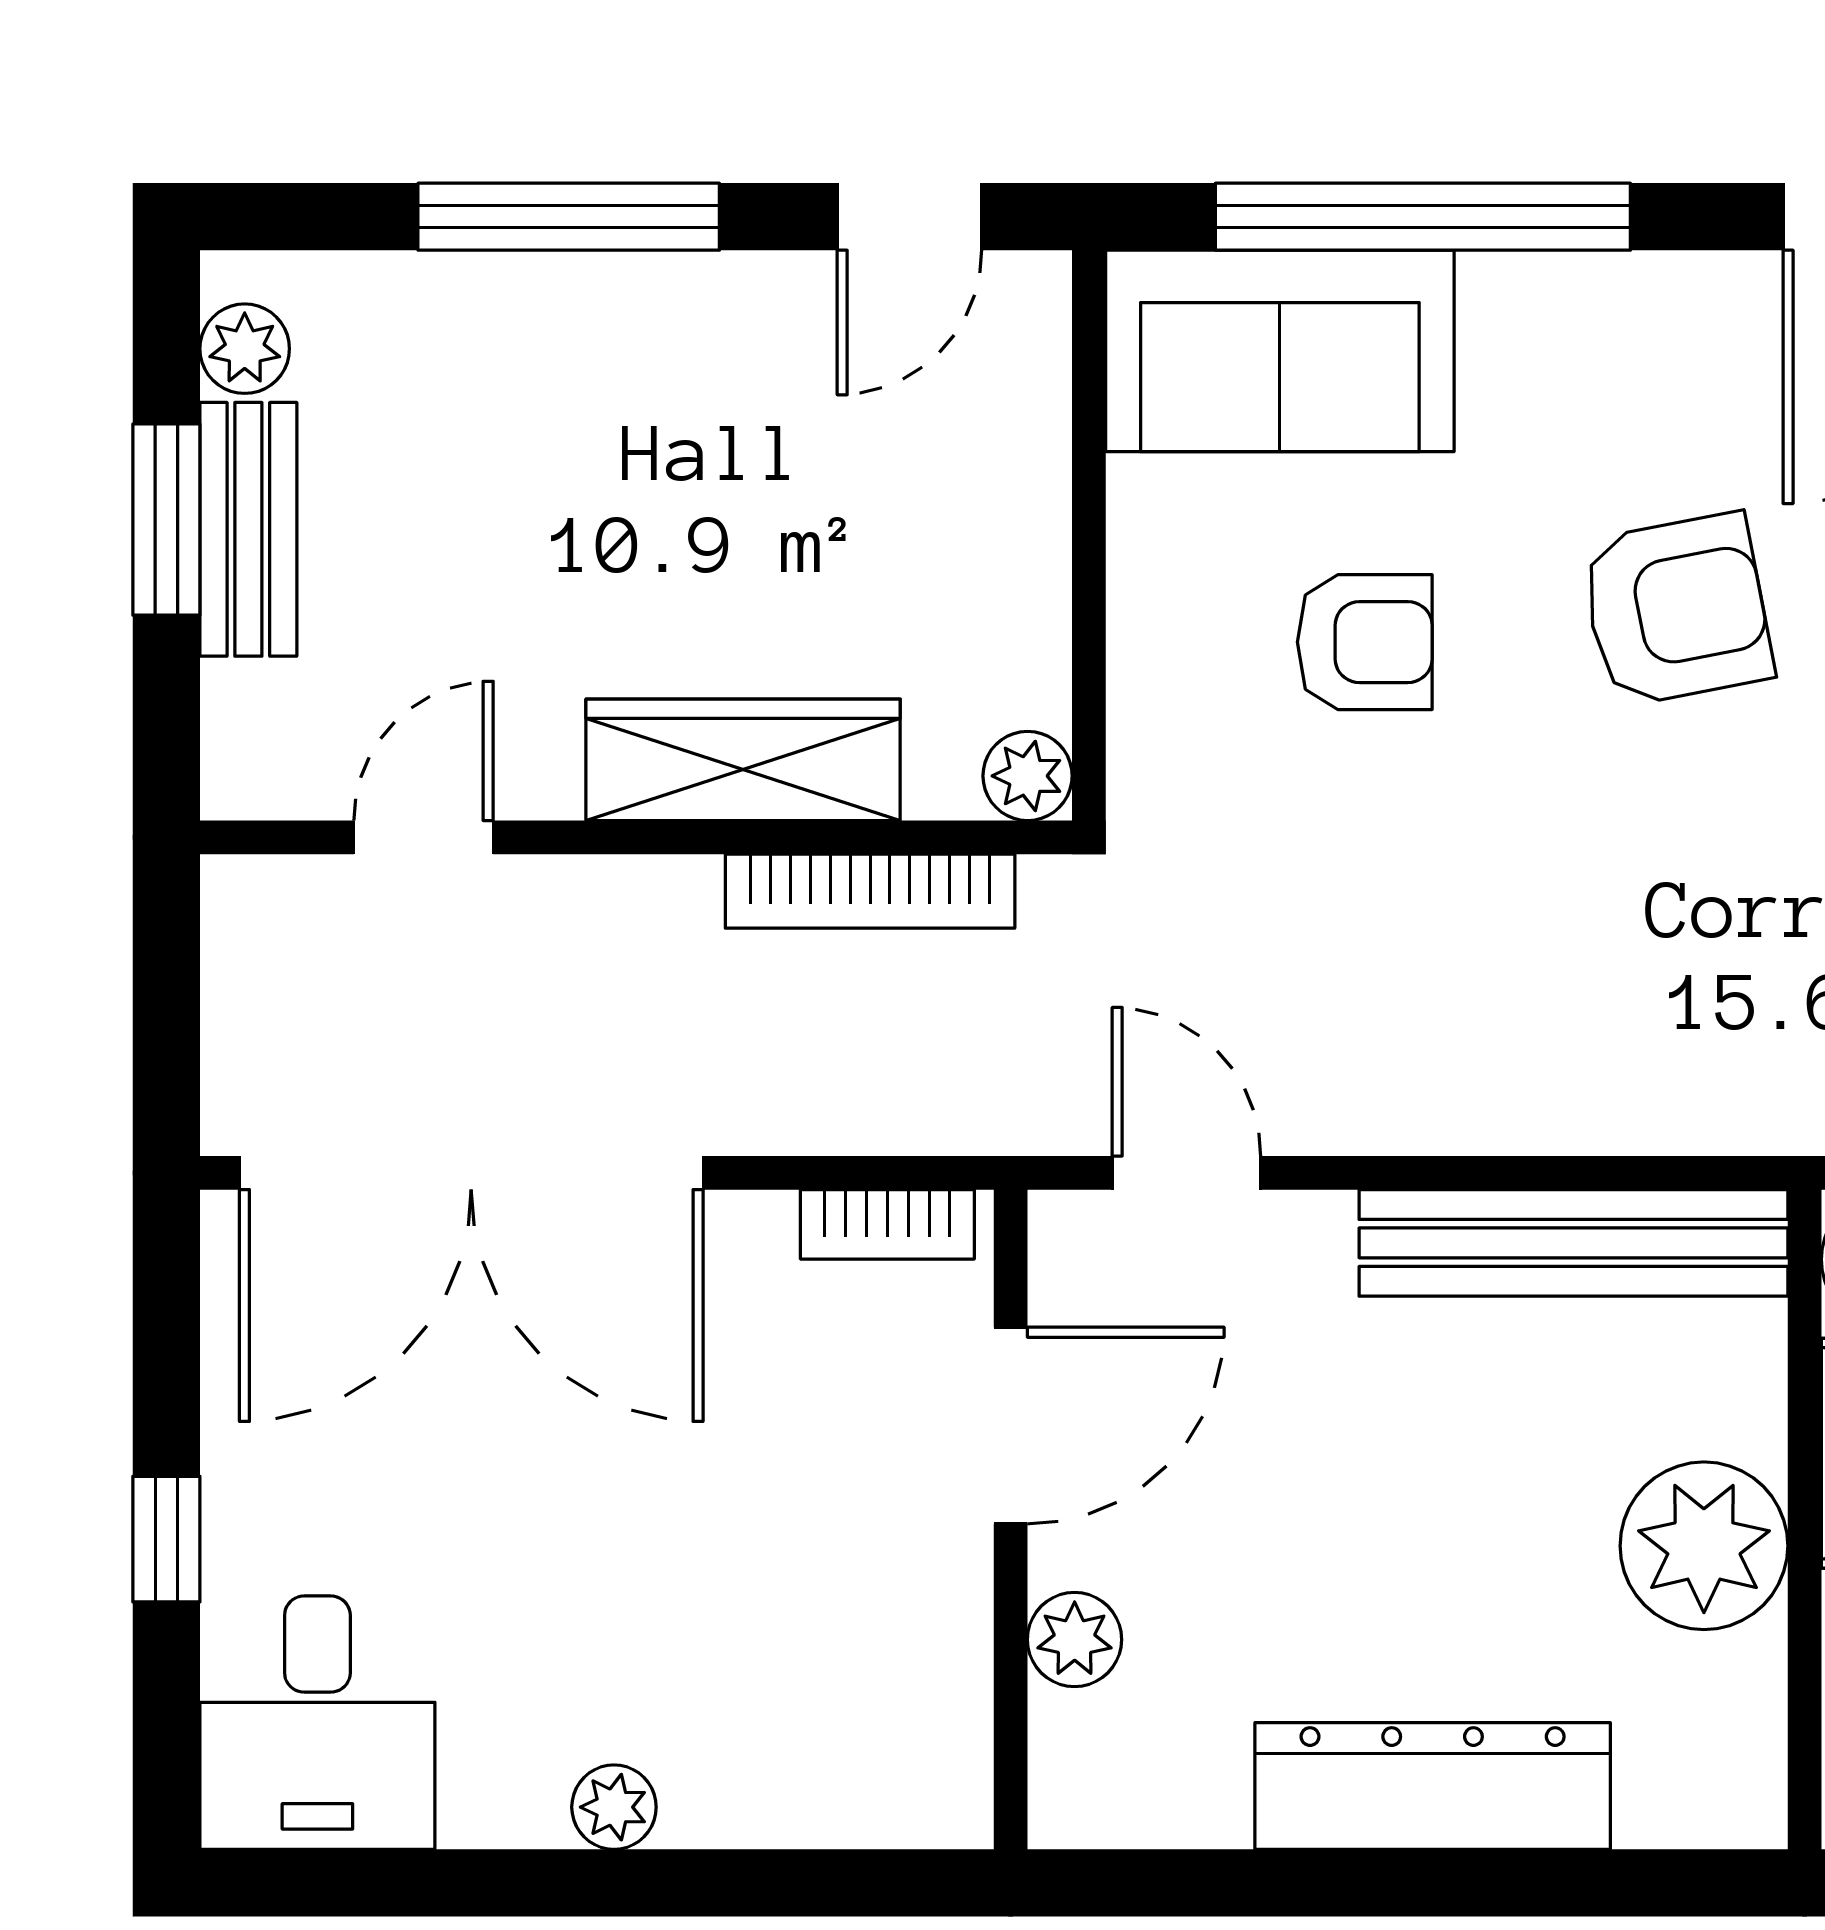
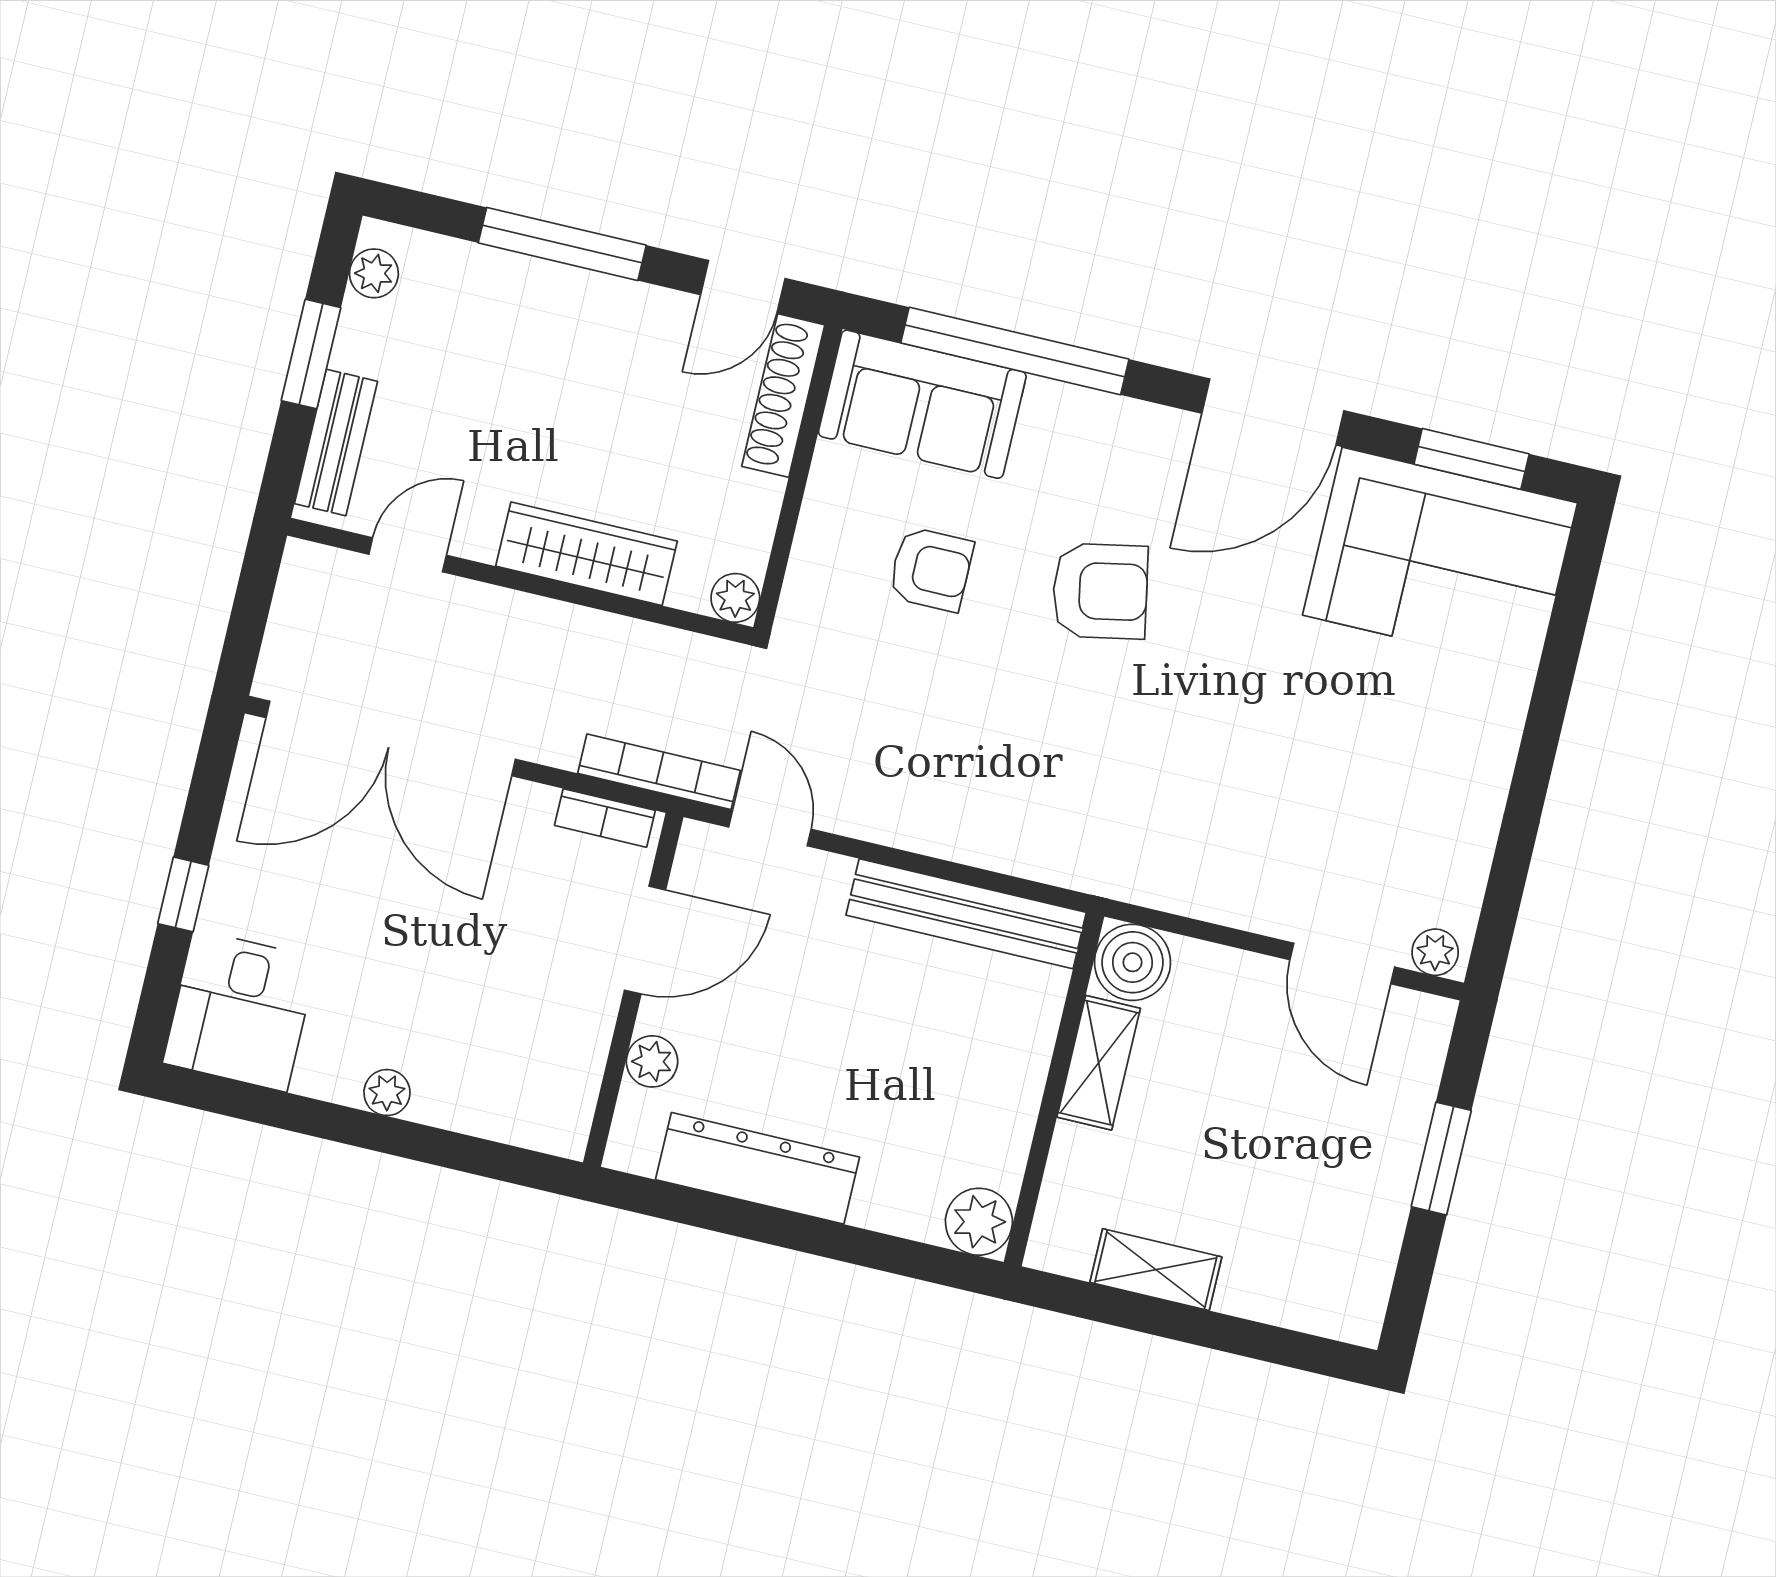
shoe rack: (1028, 394) -> (783, 396), added
bench: (248, 529) -> (336, 442), moved
bookcase: (870, 891) -> (659, 772), moved, turned 180
plant: (1704, 1546) -> (979, 1222), moved, width x0.73, depth x0.73
dresser: (1433, 1786) -> (758, 1168), moved

